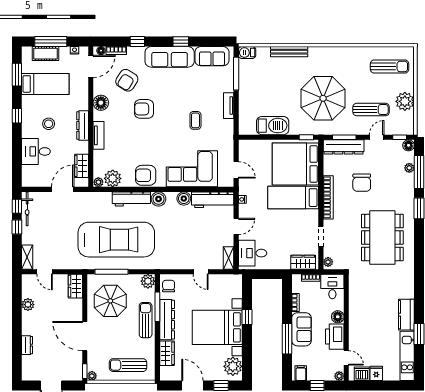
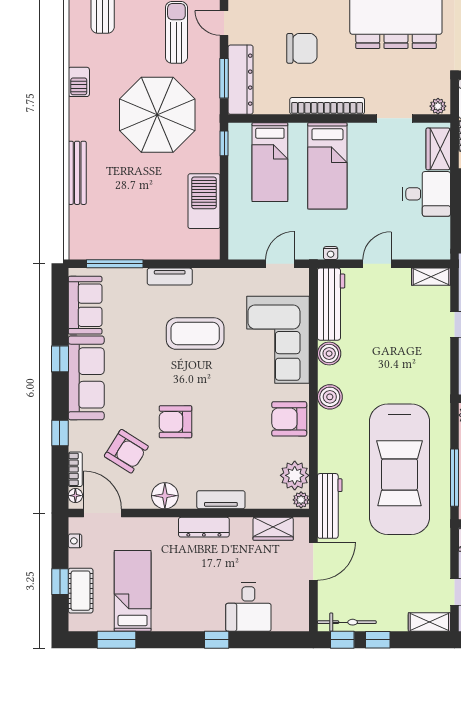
window: (51, 42) -> (60, 582), width x0.46
barbecue: (247, 53) -> (79, 82), moved
armchair: (144, 109) -> (176, 422), turned 90
window: (17, 116) -> (217, 640), moved
coffee table: (195, 120) -> (195, 334), width x1.86, depth x1.72
stool: (49, 124) -> (201, 585), removed
bed: (295, 164) -> (270, 162), width x0.49
armchair: (146, 175) -> (289, 419), turned 90
door: (63, 189) -> (313, 561), swing flipped
workbench: (131, 199) -> (330, 506), moved
door: (236, 226) -> (377, 264), hinge flipped
car: (116, 240) -> (400, 469), turned 180
desk: (253, 253) -> (426, 194), moved, turned -90

